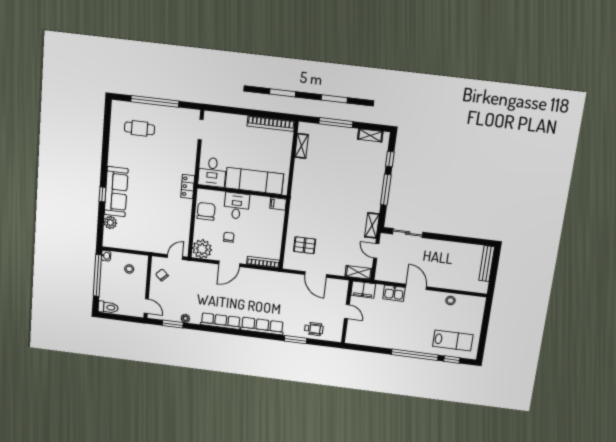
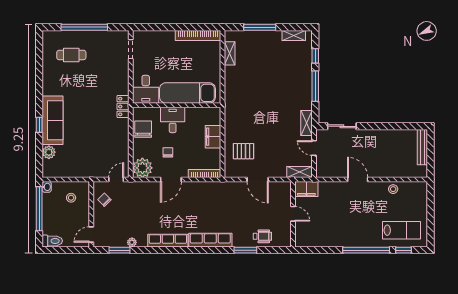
filing cabinet: (278, 204) -> (213, 137), moved, width x2.00
kitchen sink: (394, 293) -> (337, 189), removed
door: (146, 306) -> (91, 234), swing flipped

